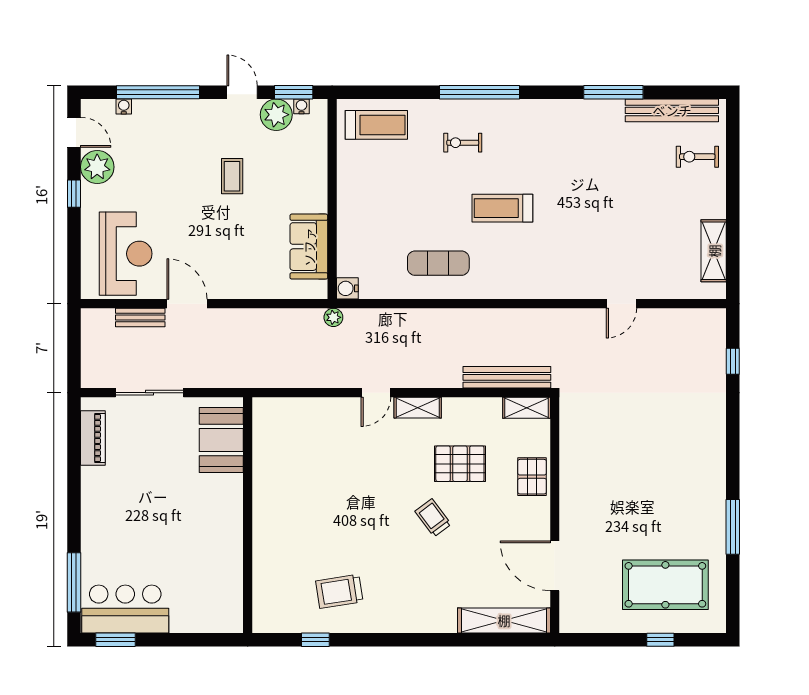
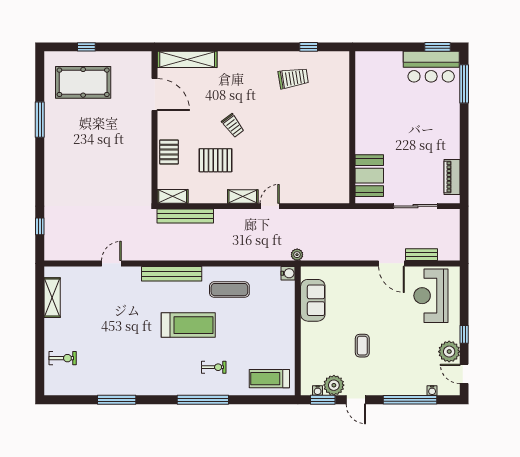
bench: (672, 110) -> (172, 274), moved
treadmill: (502, 208) -> (188, 325), width x1.37, depth x1.38

